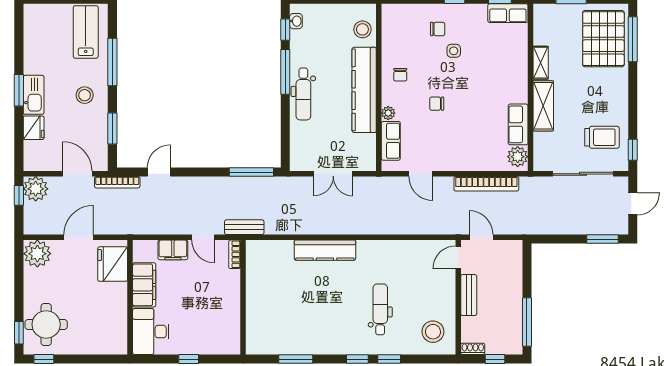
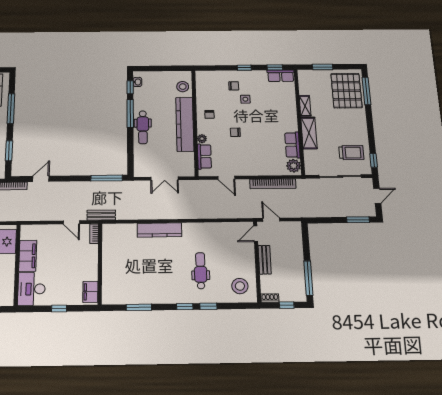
filing cabinet: (173, 250) -> (90, 292), moved, turned 90

